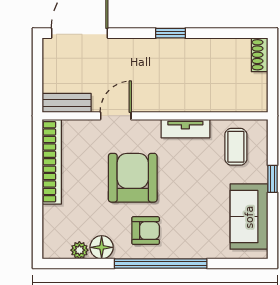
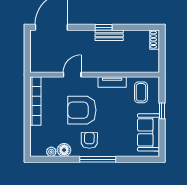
bench: (67, 103) -> (109, 35), moved
armchair: (133, 178) -> (82, 110), turned -90
armchair: (146, 231) -> (89, 140), turned -89
window: (161, 264) -> (98, 159), width x0.68

